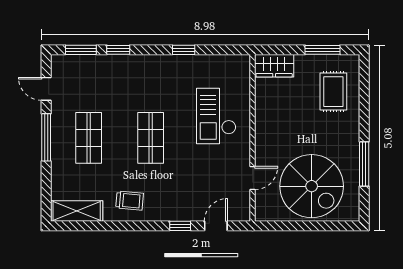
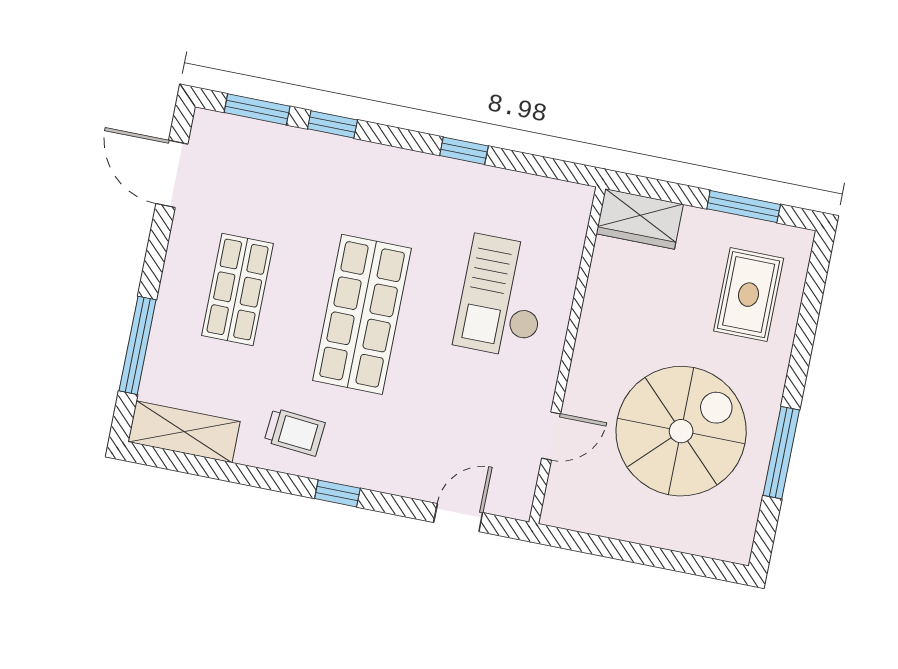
door: (46, 89) -> (172, 174), width x1.38
window: (46, 137) -> (138, 345), moved
shop shelf: (151, 138) -> (362, 314), width x1.43, depth x1.36
spiral stairs: (312, 186) -> (681, 431), moved, turned -90
window: (180, 226) -> (337, 493), moved

